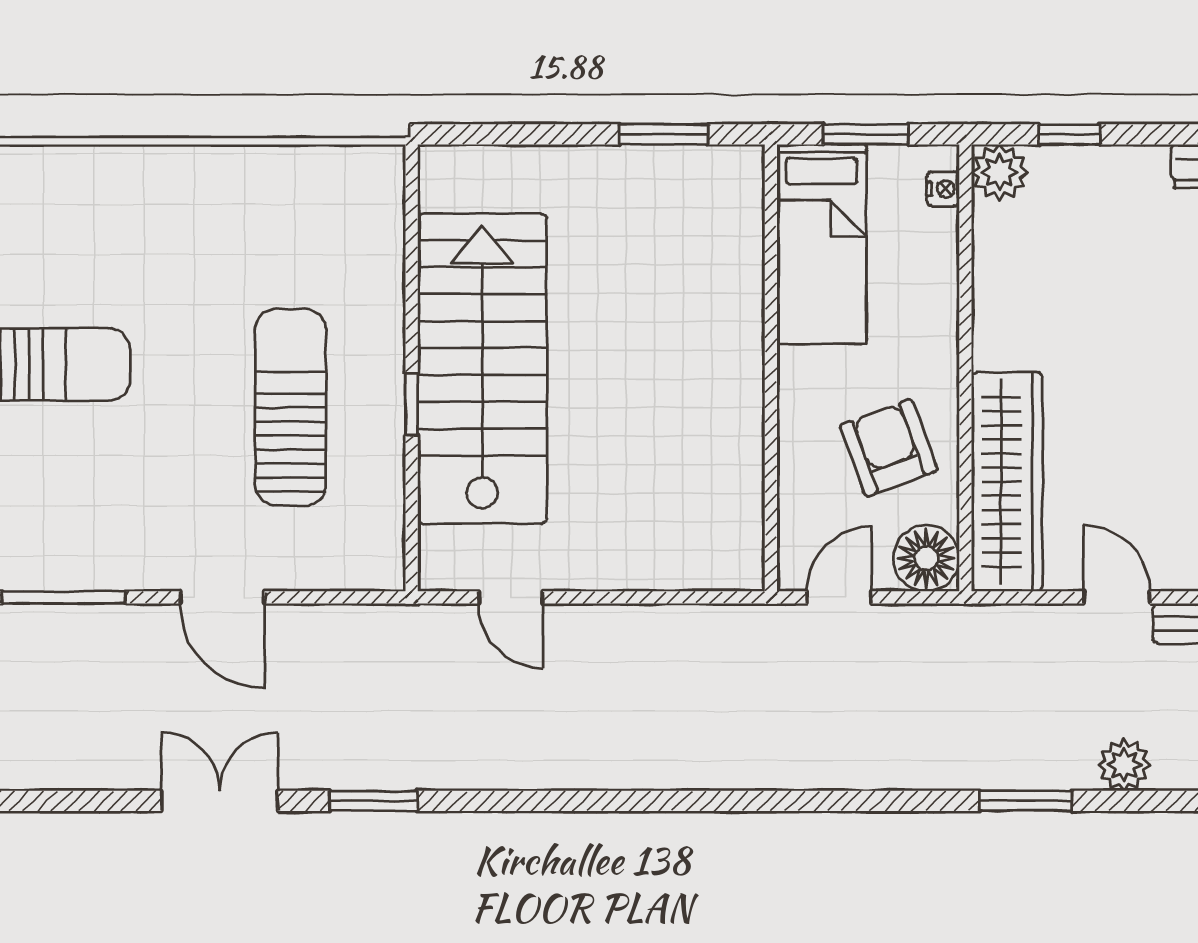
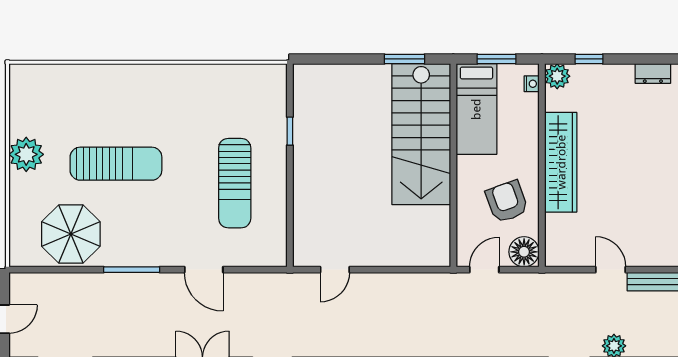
stairs: (482, 369) -> (421, 134), moved, turned 180
window: (412, 404) -> (290, 131), moved
sun lounger: (290, 407) -> (235, 183), turned 180
wardrobe: (1007, 482) -> (561, 162), moved
door: (511, 597) -> (335, 270), hinge flipped

